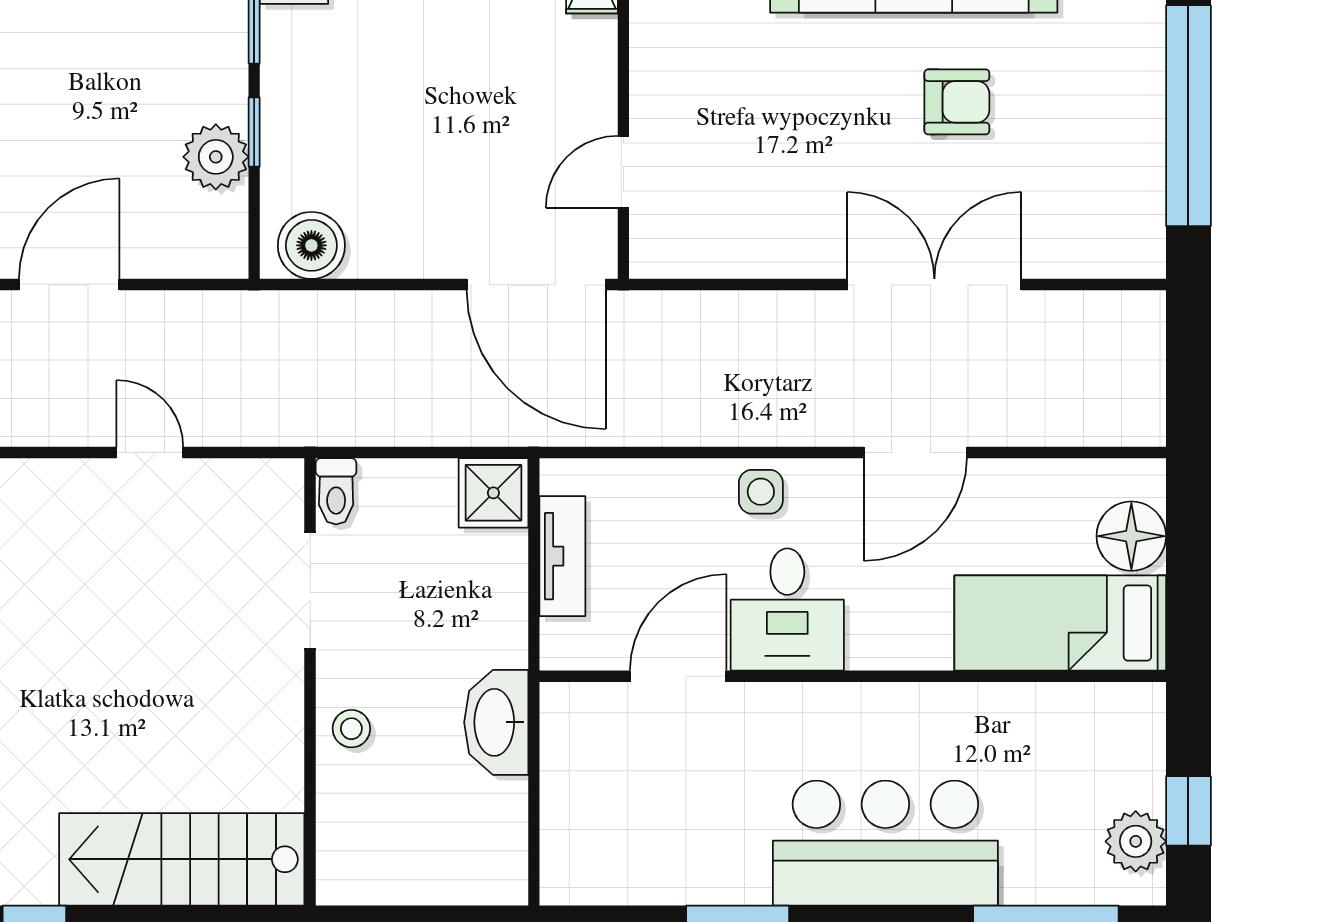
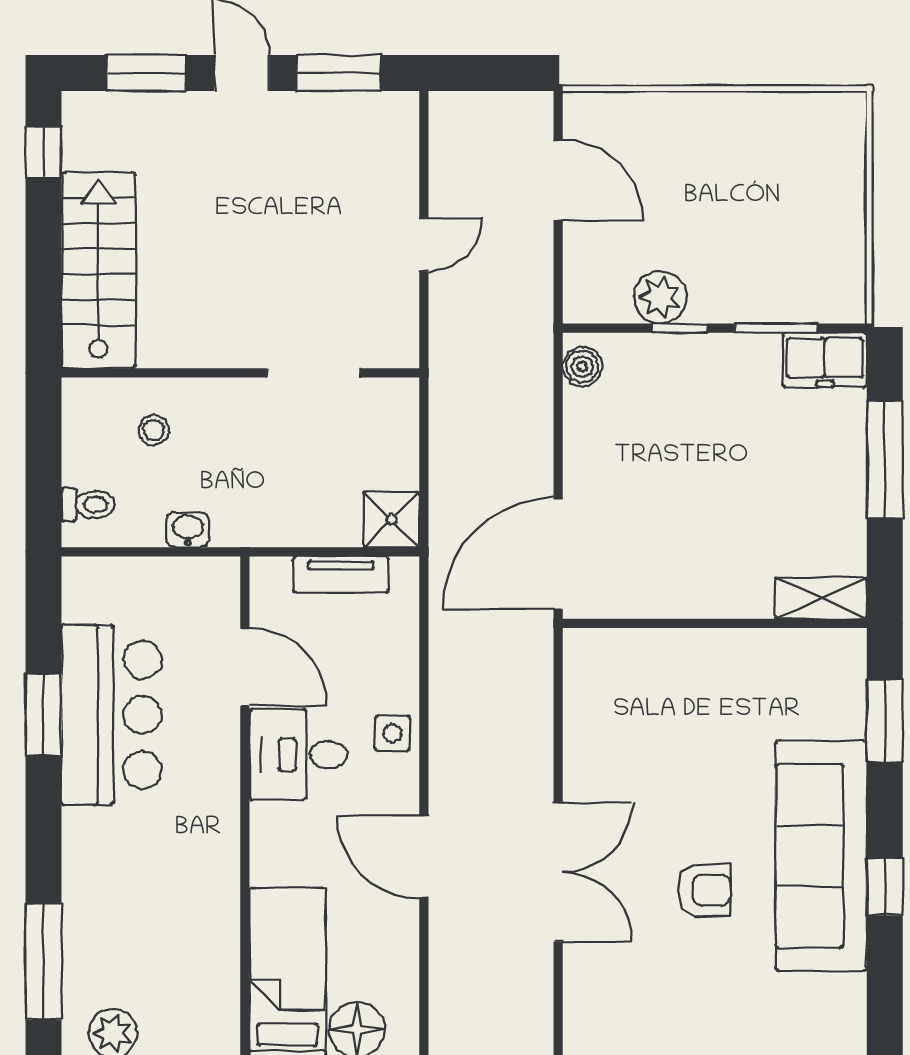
armchair: (957, 102) -> (704, 890), turned -90
door: (623, 172) -> (648, 623), removed
boiler: (311, 245) -> (582, 367), width x0.73, depth x0.73
toilet: (336, 491) -> (88, 505), moved, turned 180
washbasin: (496, 722) -> (188, 530), width x0.52, depth x0.69
stool: (351, 729) -> (154, 430), moved
bar counter: (885, 843) -> (111, 715), moved

